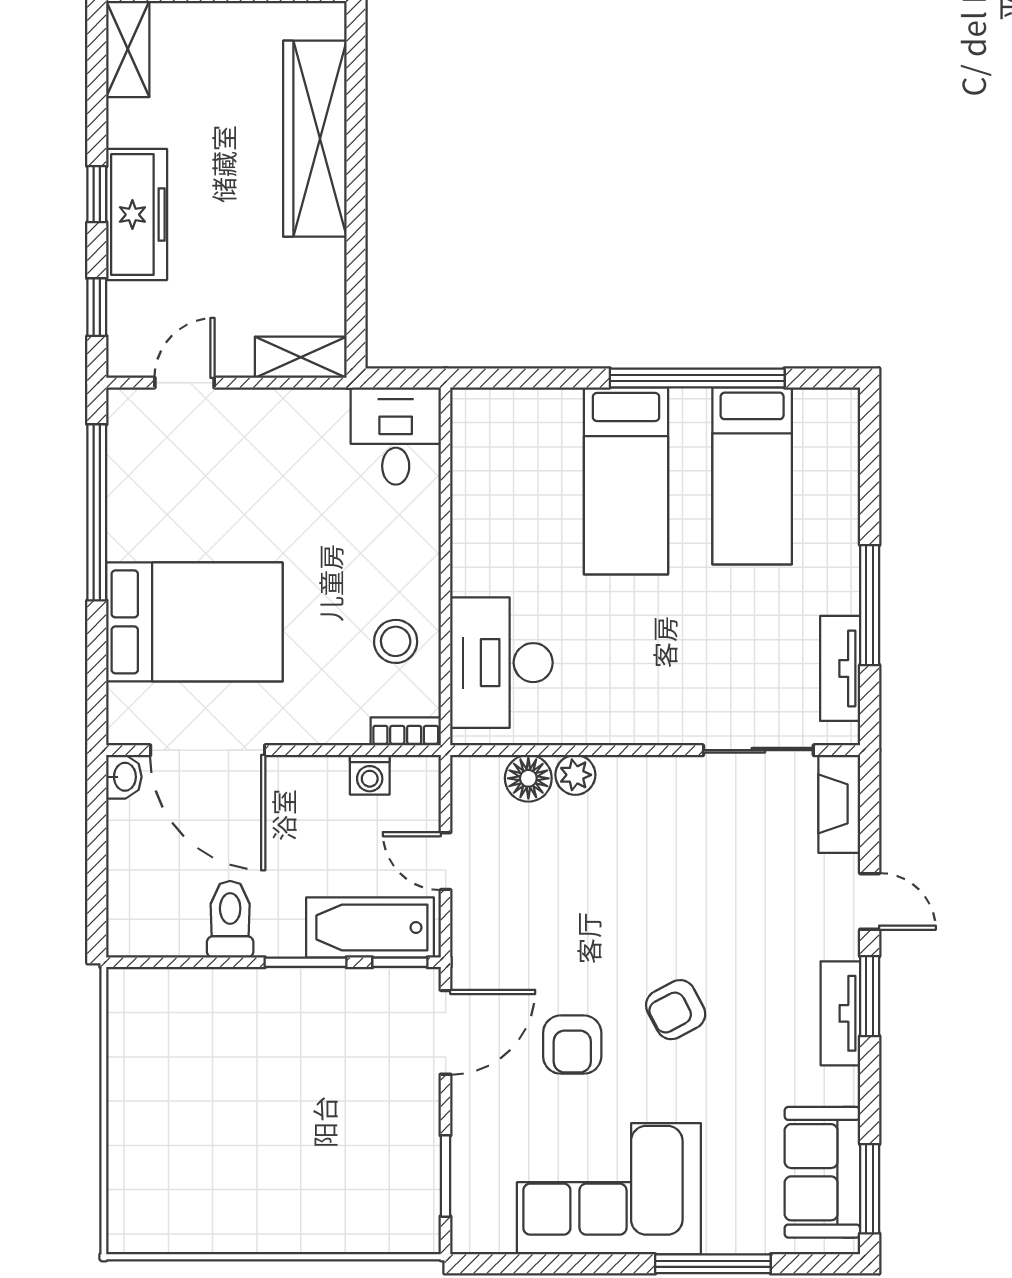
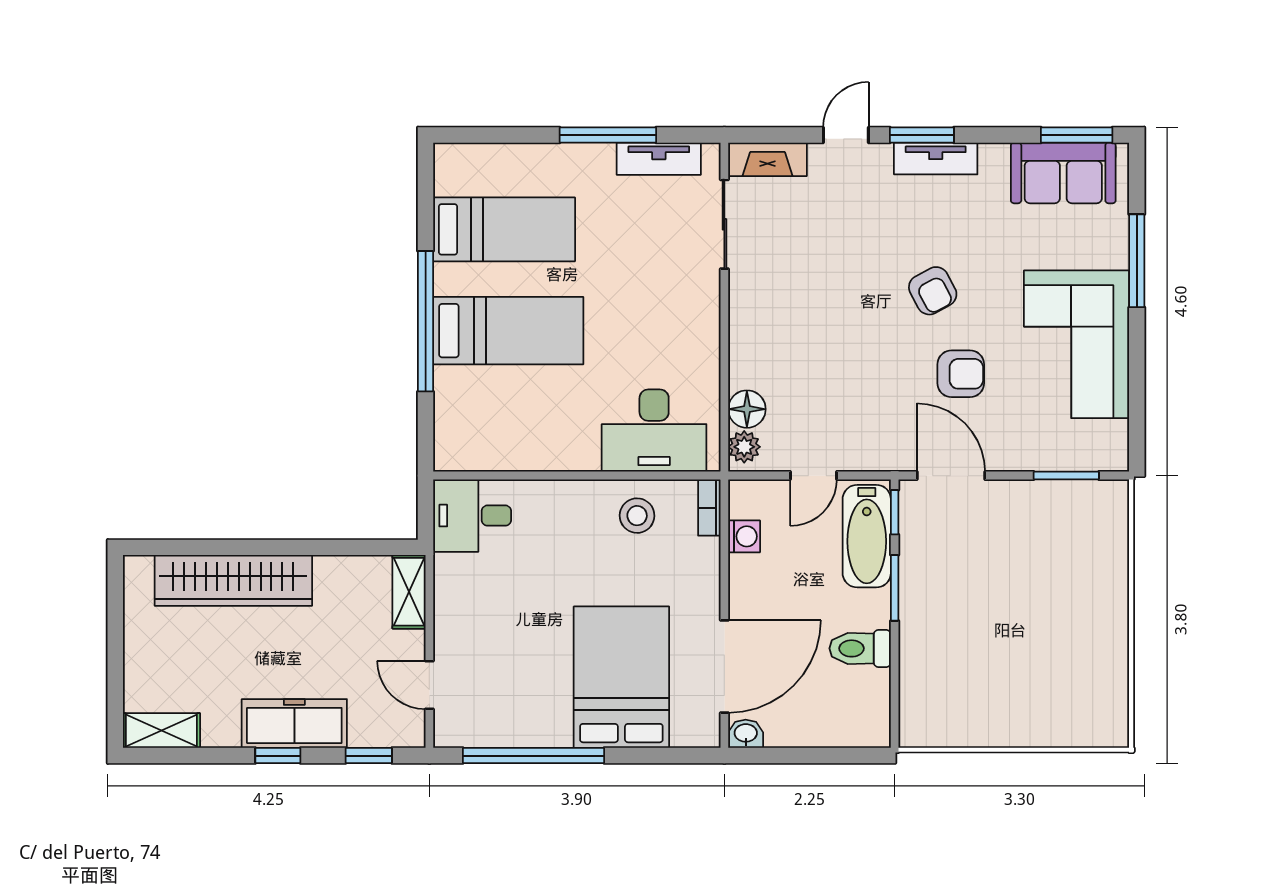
window: (697, 378) -> (426, 321), moved
plant: (575, 775) -> (744, 447), moved

